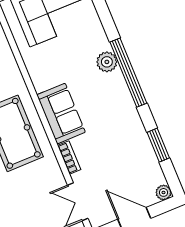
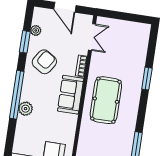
armchair: (119, 135) -> (44, 62), added
plant: (164, 192) -> (36, 30), moved

